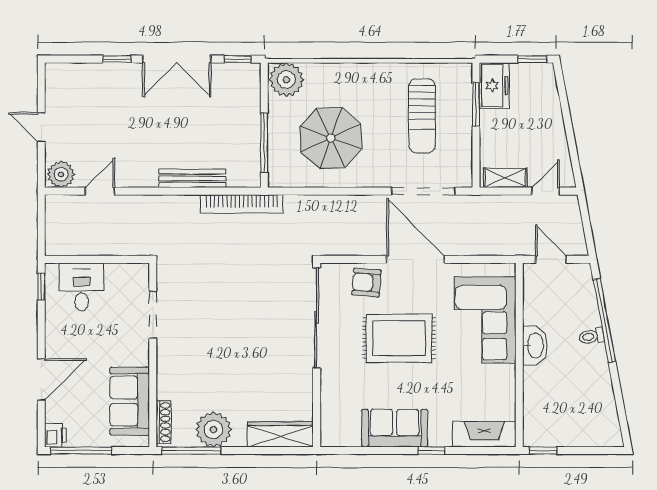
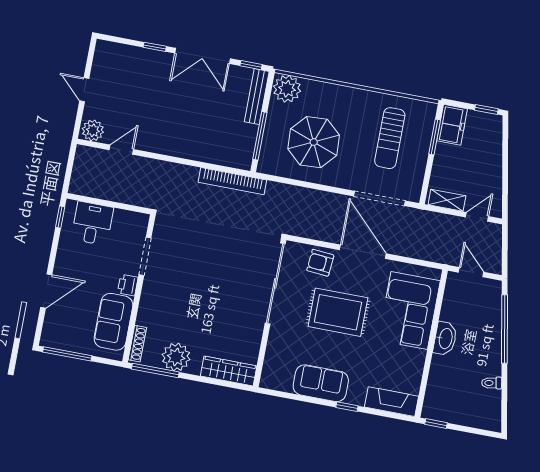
bench: (192, 178) -> (257, 97), moved, turned 90
toilet: (591, 336) -> (492, 383), moved
printer: (55, 435) -> (128, 285), moved, turned 180

